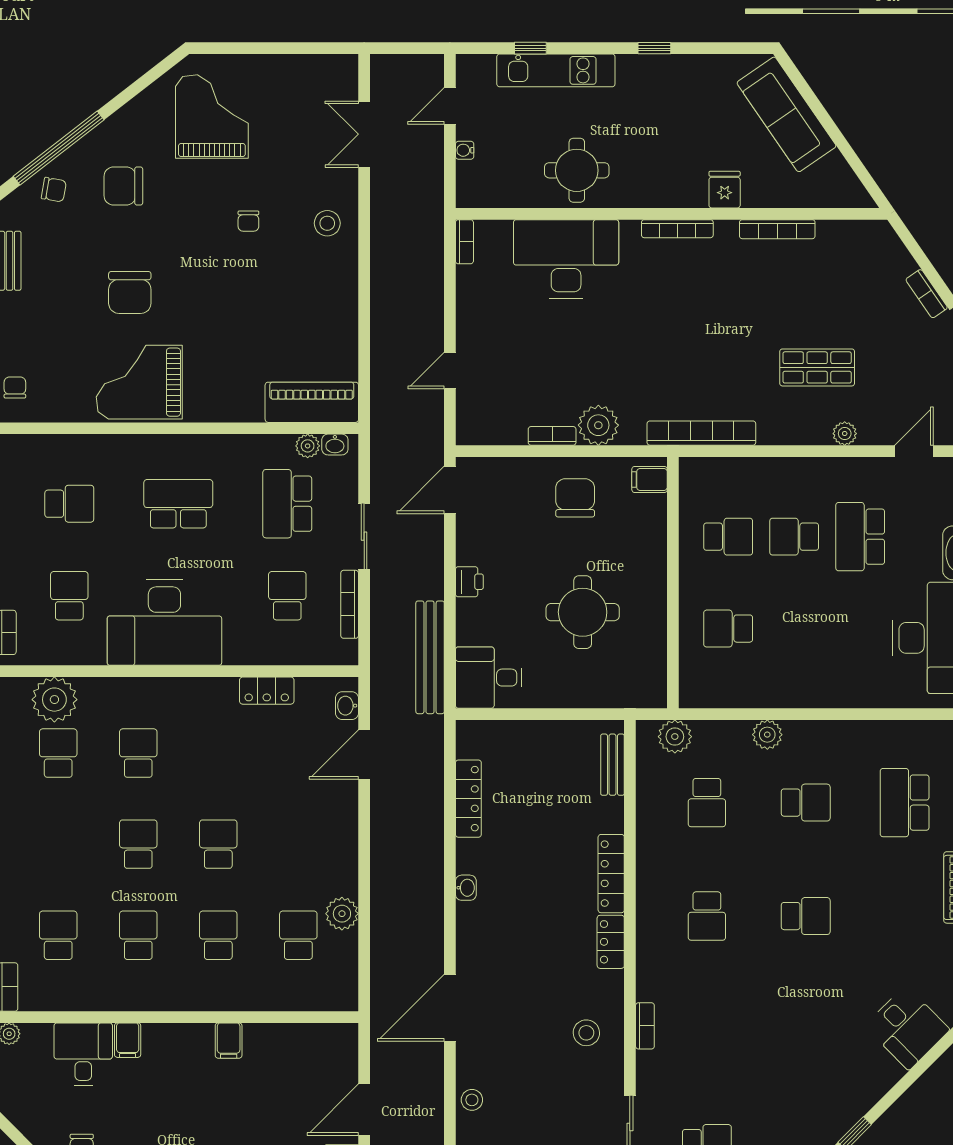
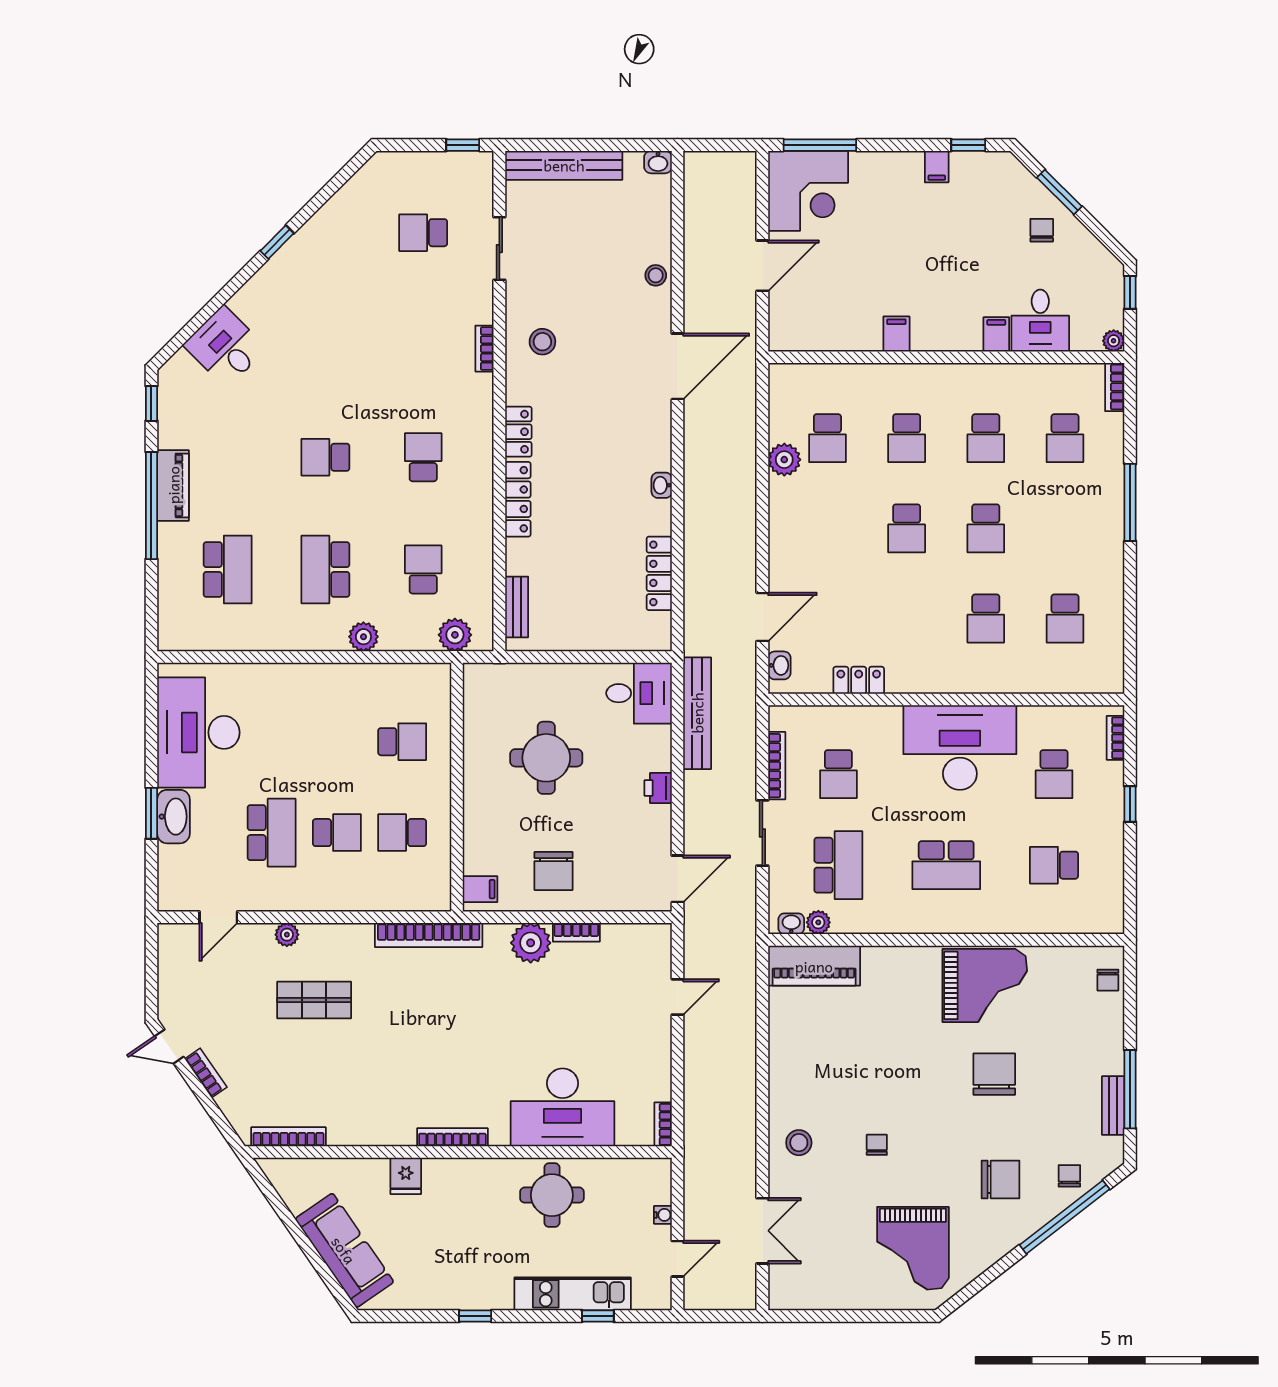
chair: (54, 190) -> (1069, 1176), turned 80
bookcase: (777, 229) -> (289, 1137), moved
plant: (54, 700) -> (1069, 671), removed
school desk: (806, 803) -> (325, 569), width x1.85

